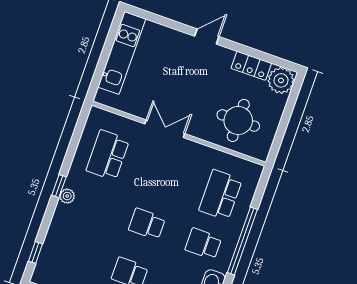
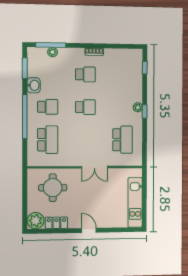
door: (207, 36) -> (89, 230), swing flipped

